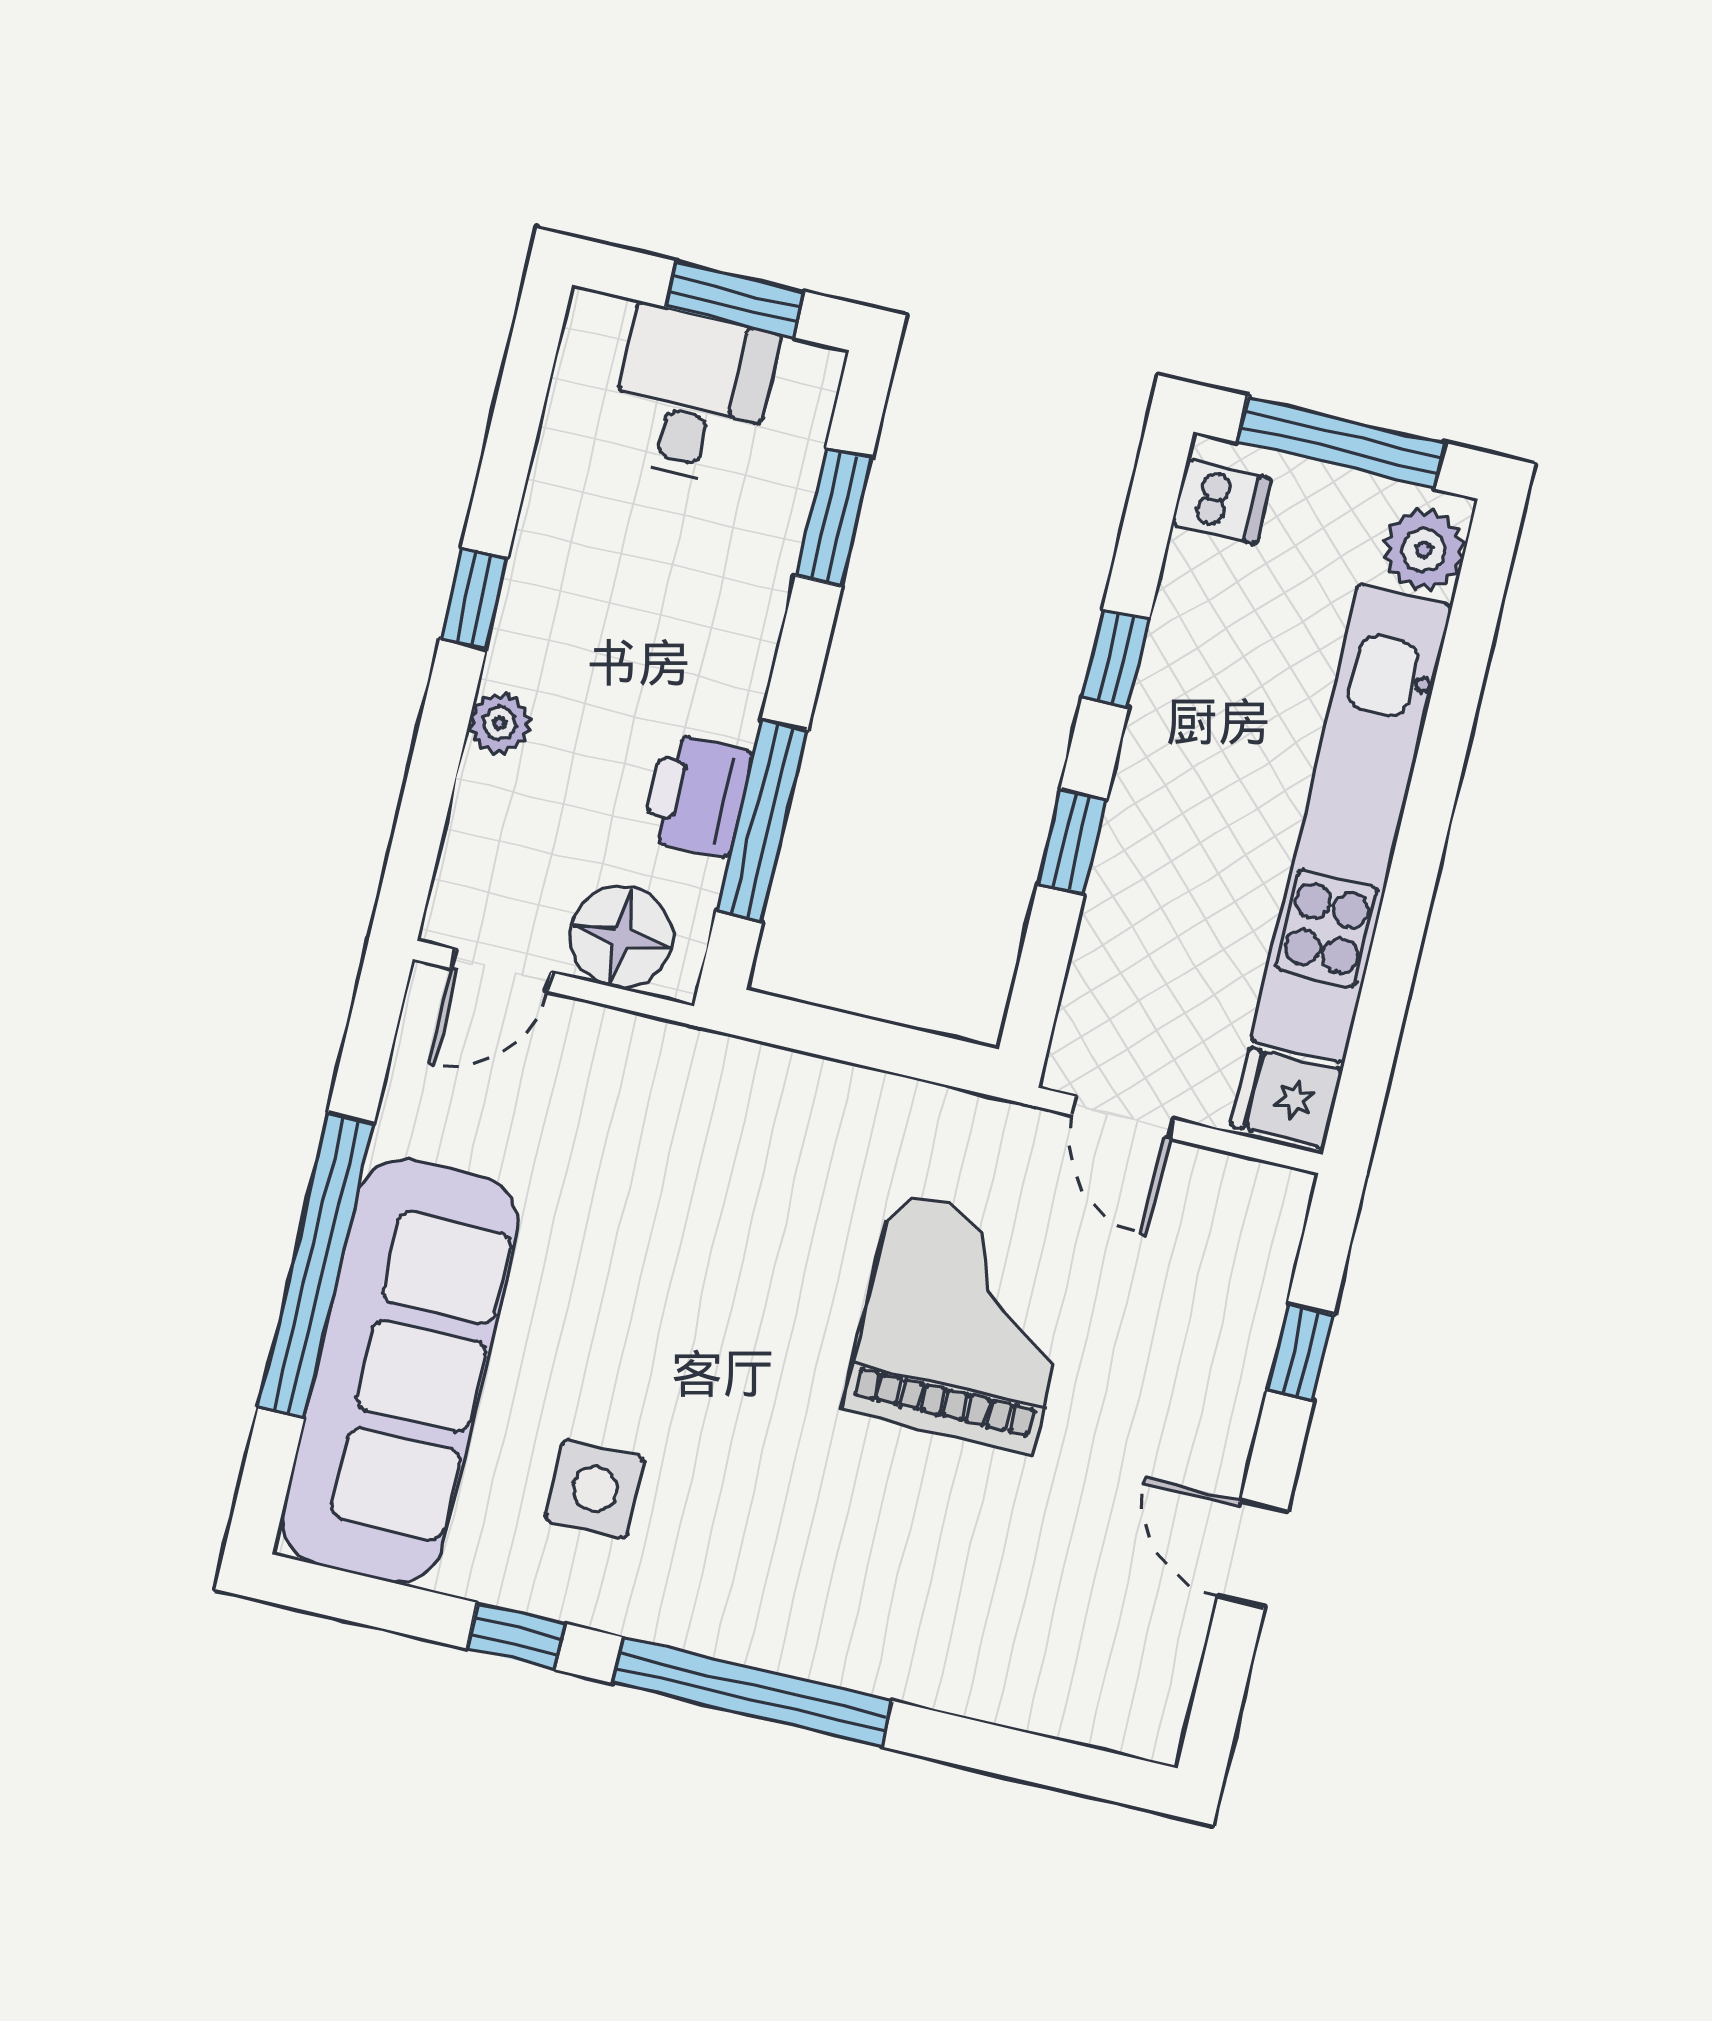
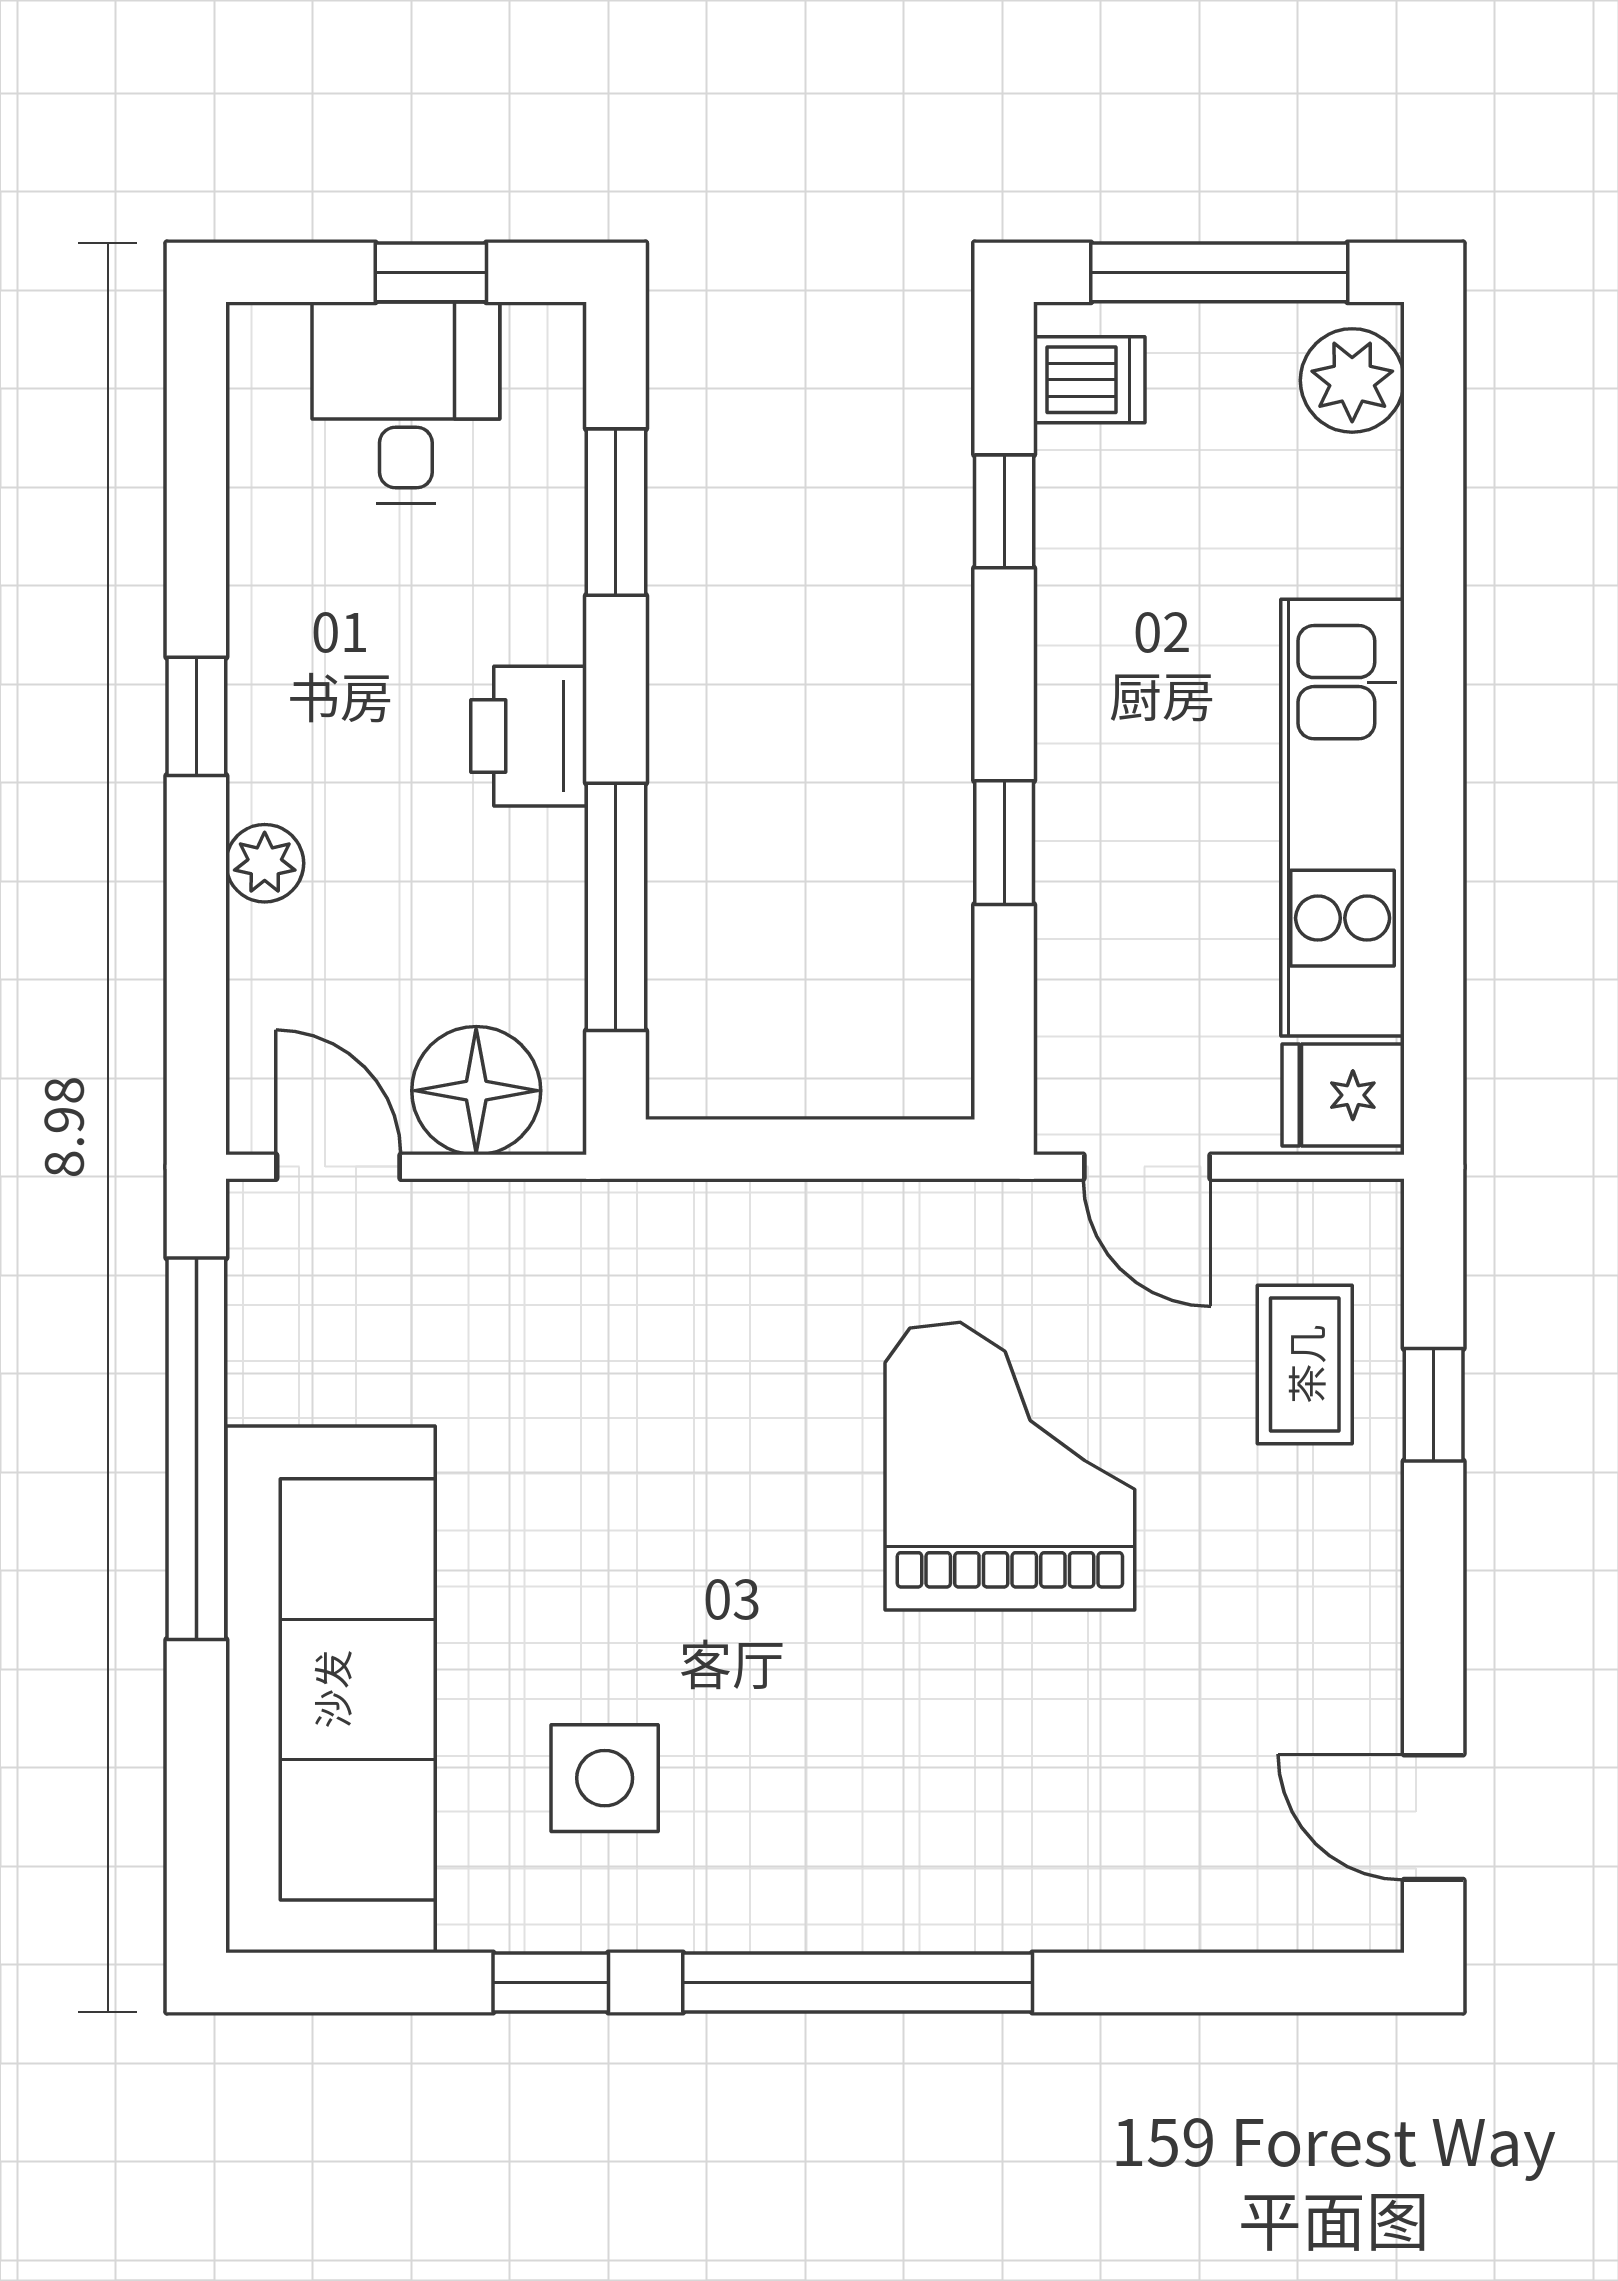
window: (735, 299) -> (431, 272), width x0.67
window: (1116, 658) -> (1004, 511), moved
printer: (697, 795) -> (529, 736), moved
kitchen unit: (1351, 823) -> (1343, 818), width x0.73
door: (501, 970) -> (338, 1167), swing flipped
window: (316, 1266) -> (196, 1449), moved
coffee table: (1208, 1298) -> (1305, 1364), added
door: (1253, 1554) -> (1434, 1817), moved

